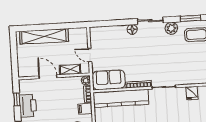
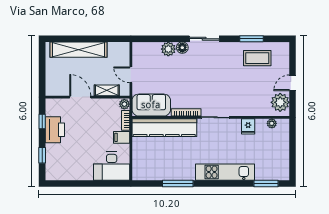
plant: (171, 28) -> (168, 49), moved

